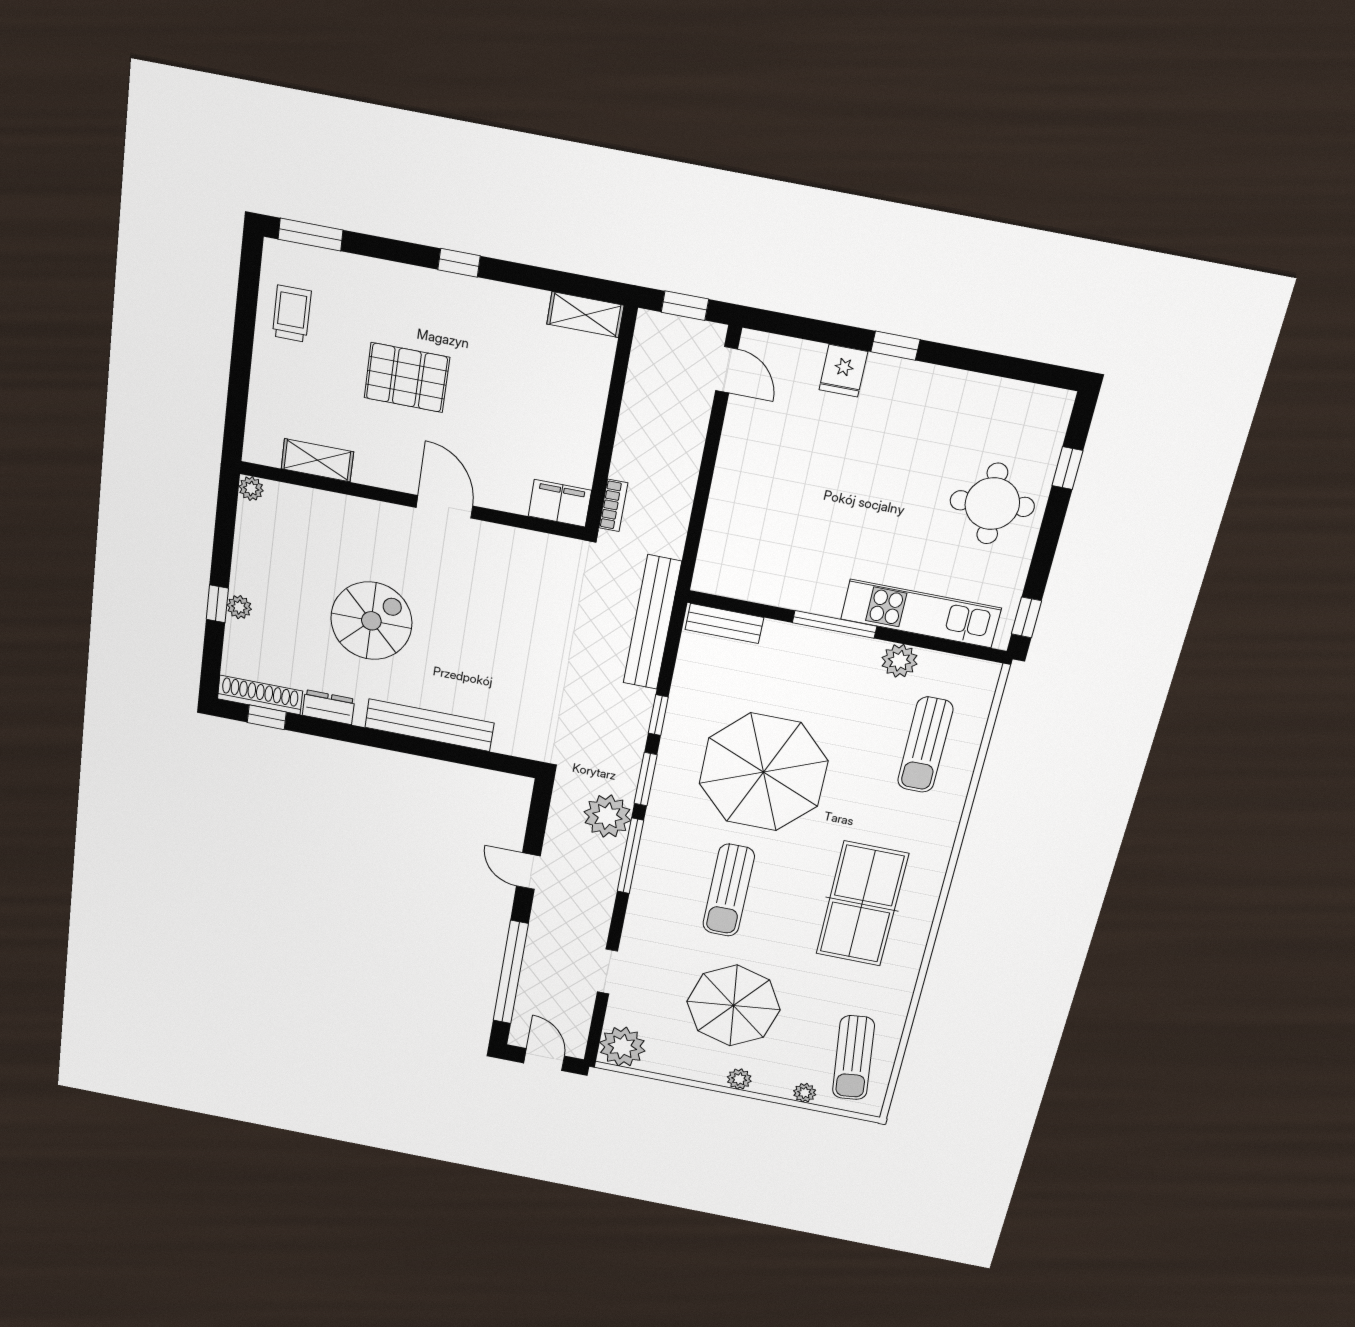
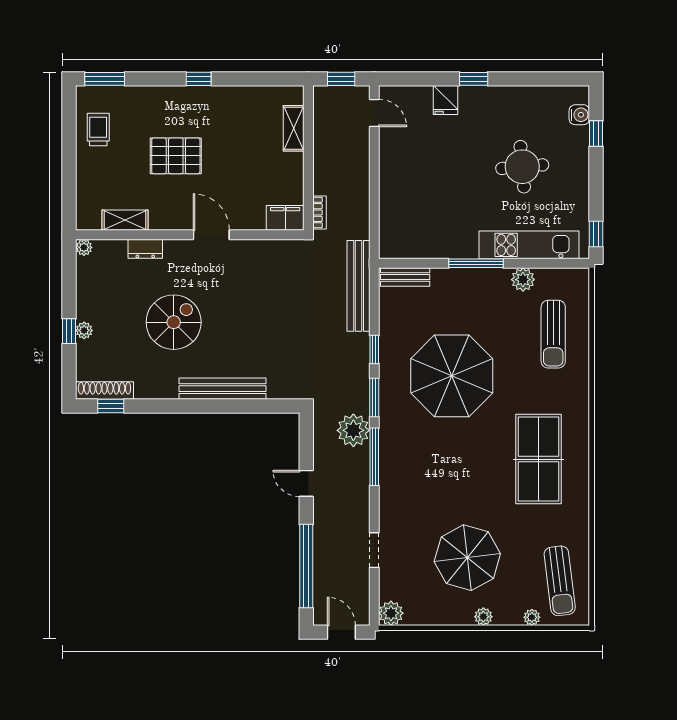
shelving: (585, 315) -> (294, 128), moved, turned 90
water cooler: (1049, 434) -> (579, 115), added
round table: (992, 504) -> (522, 167), moved
dresser: (328, 707) -> (145, 249), moved, turned 180
sun lounger: (729, 890) -> (446, 468), removed
plant: (622, 1047) -> (391, 613), width x0.73, depth x0.73

